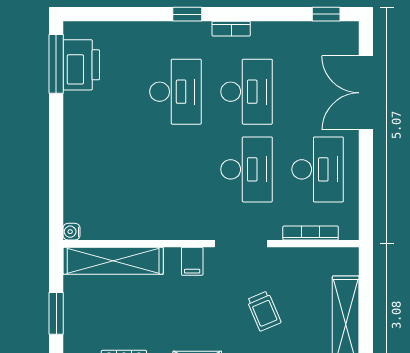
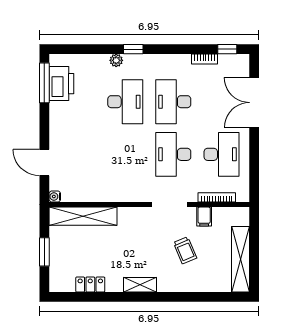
bookcase: (231, 29) -> (205, 59), moved
plant: (162, 31) -> (116, 60), added
desk: (247, 92) -> (173, 102), turned 180
desk: (247, 169) -> (173, 154), turned 180
door: (56, 181) -> (44, 163), added
filing cabinet: (192, 261) -> (204, 217), moved

